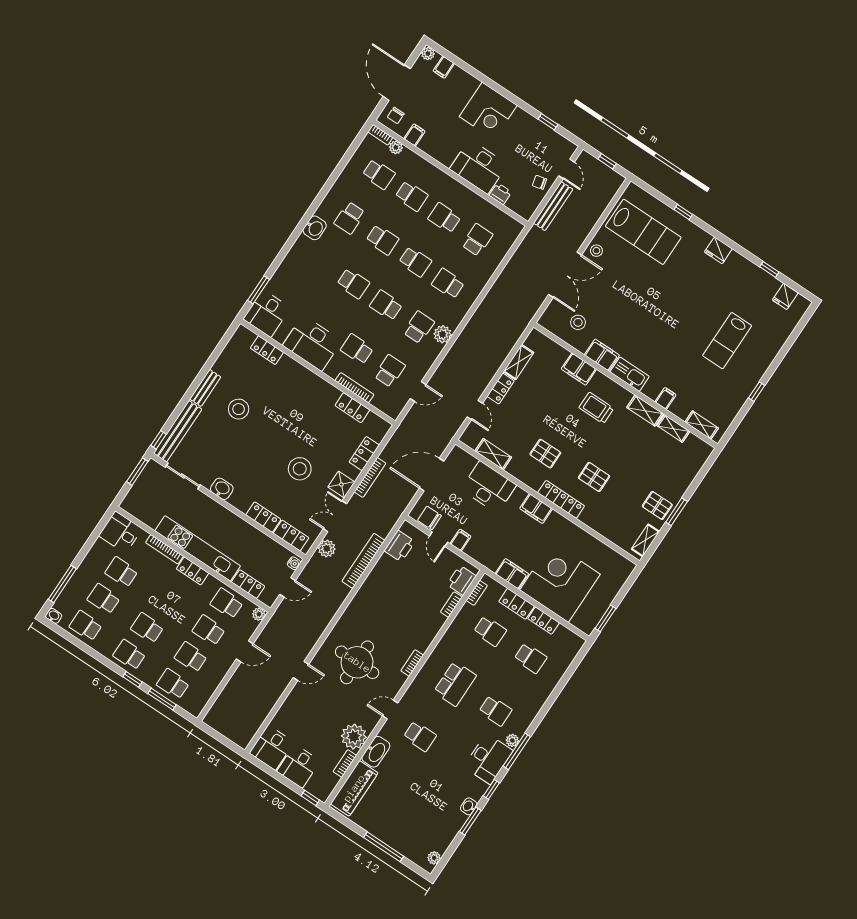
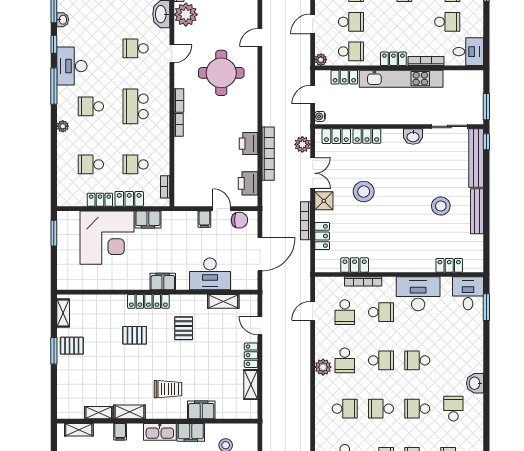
bench: (205, 388) -> (477, 211), width x1.36
pallet: (545, 454) -> (184, 328), turned 90
printer: (461, 580) -> (248, 144), moved, turned 180
bookcase: (451, 605) -> (179, 125), moved
plant: (512, 740) -> (63, 126), moved

